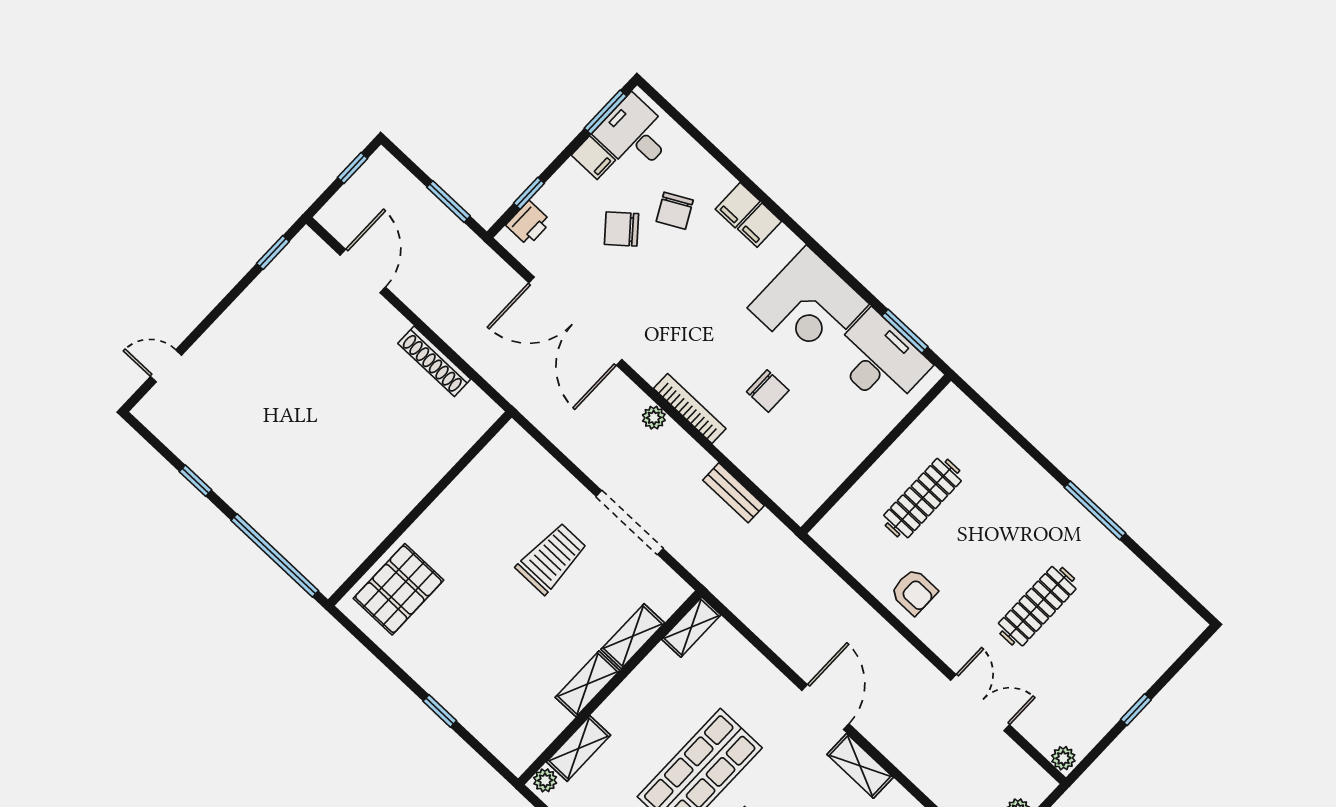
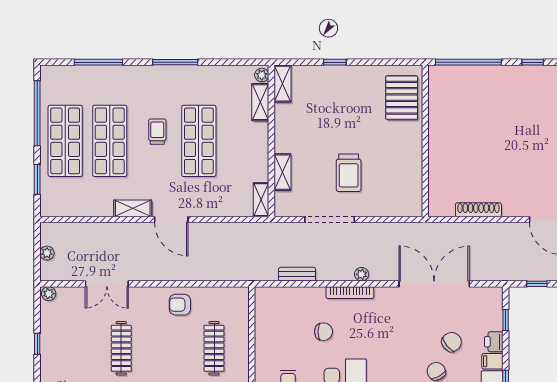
window: (448, 202) -> (537, 284), width x0.67
printer: (529, 223) -> (494, 342), moved
chair: (768, 391) -> (324, 332), turned 180
shelving: (587, 684) -> (283, 84), moved

